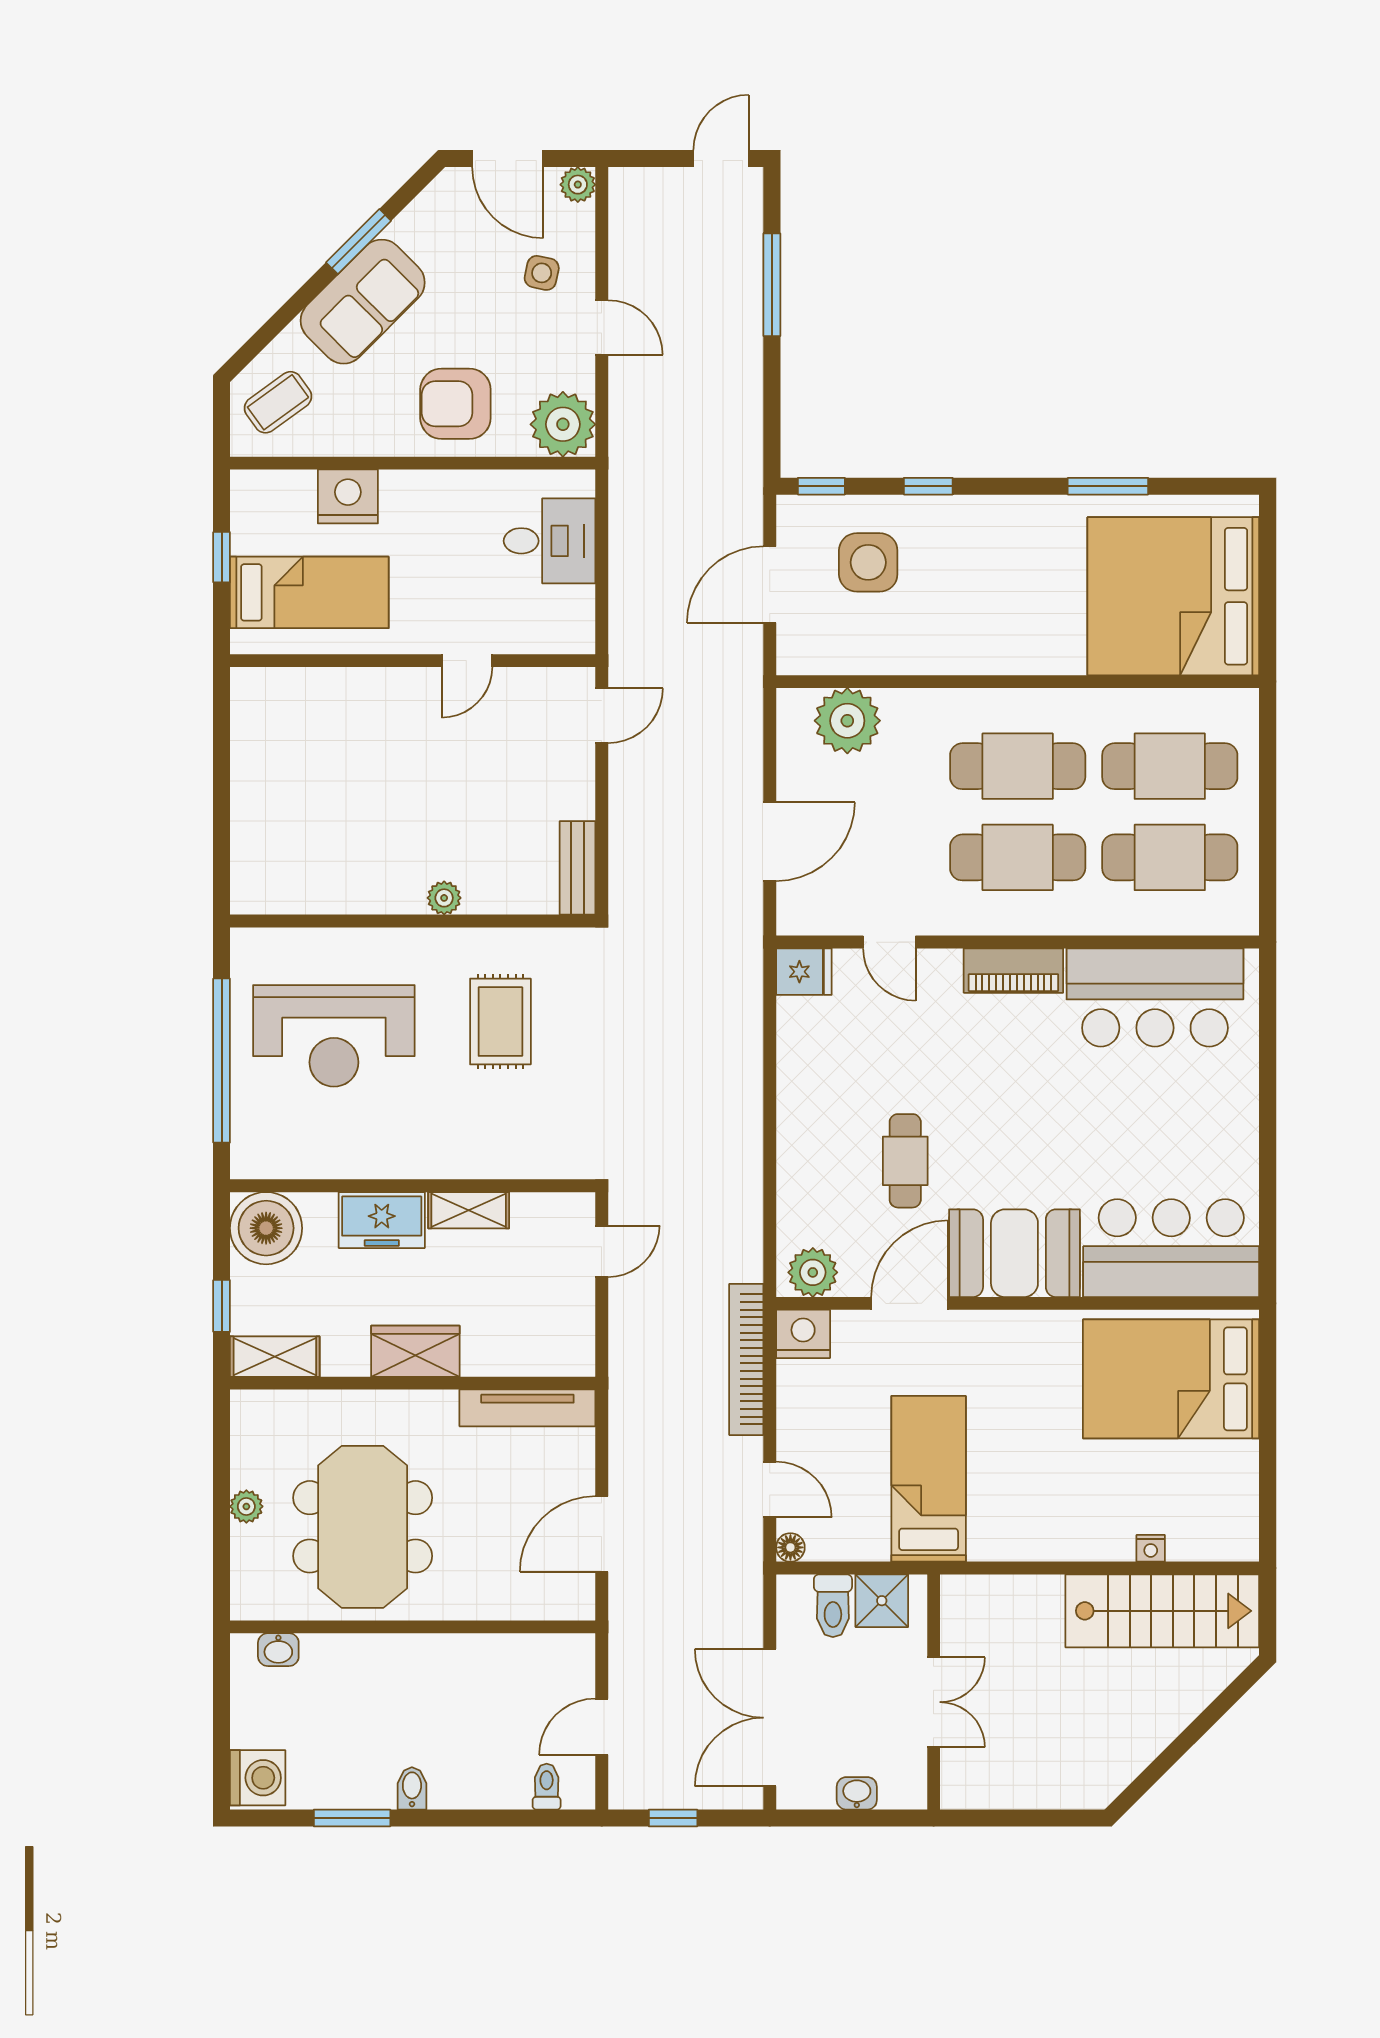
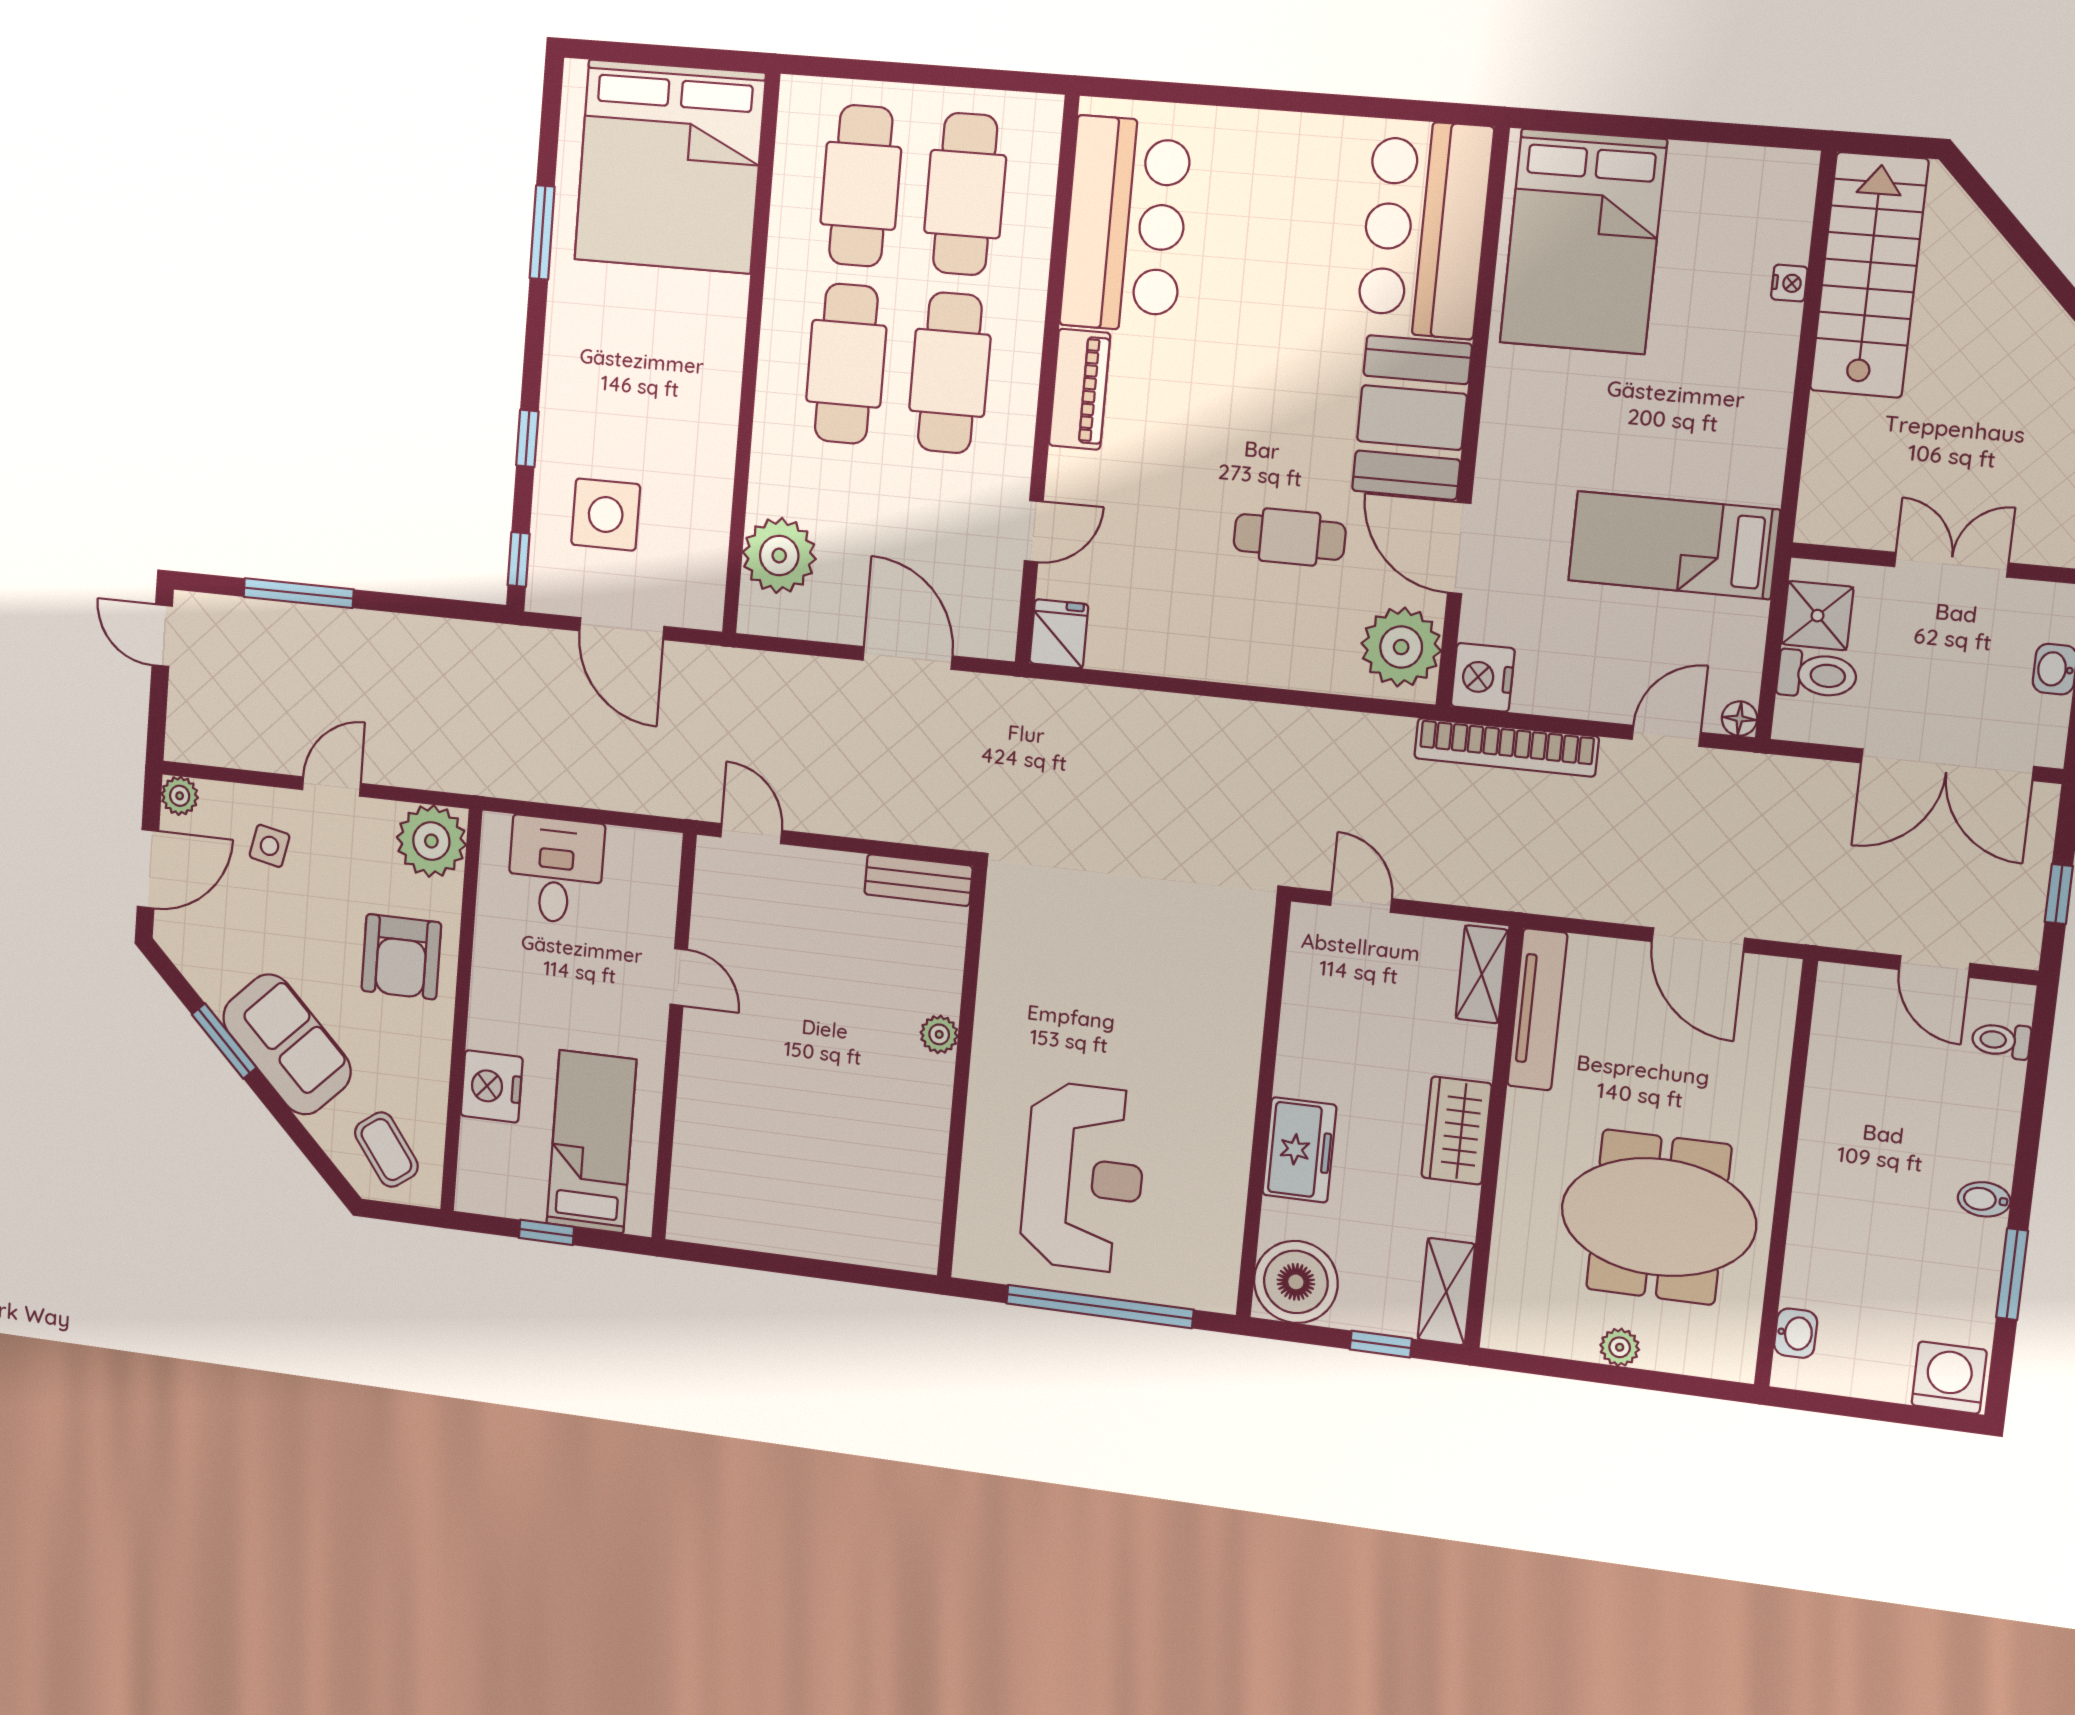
rug: (500, 1022) -> (1084, 988), removed
shelving: (469, 1210) -> (1482, 974), moved
plant: (813, 1272) -> (1401, 647), width x1.36, depth x1.36

